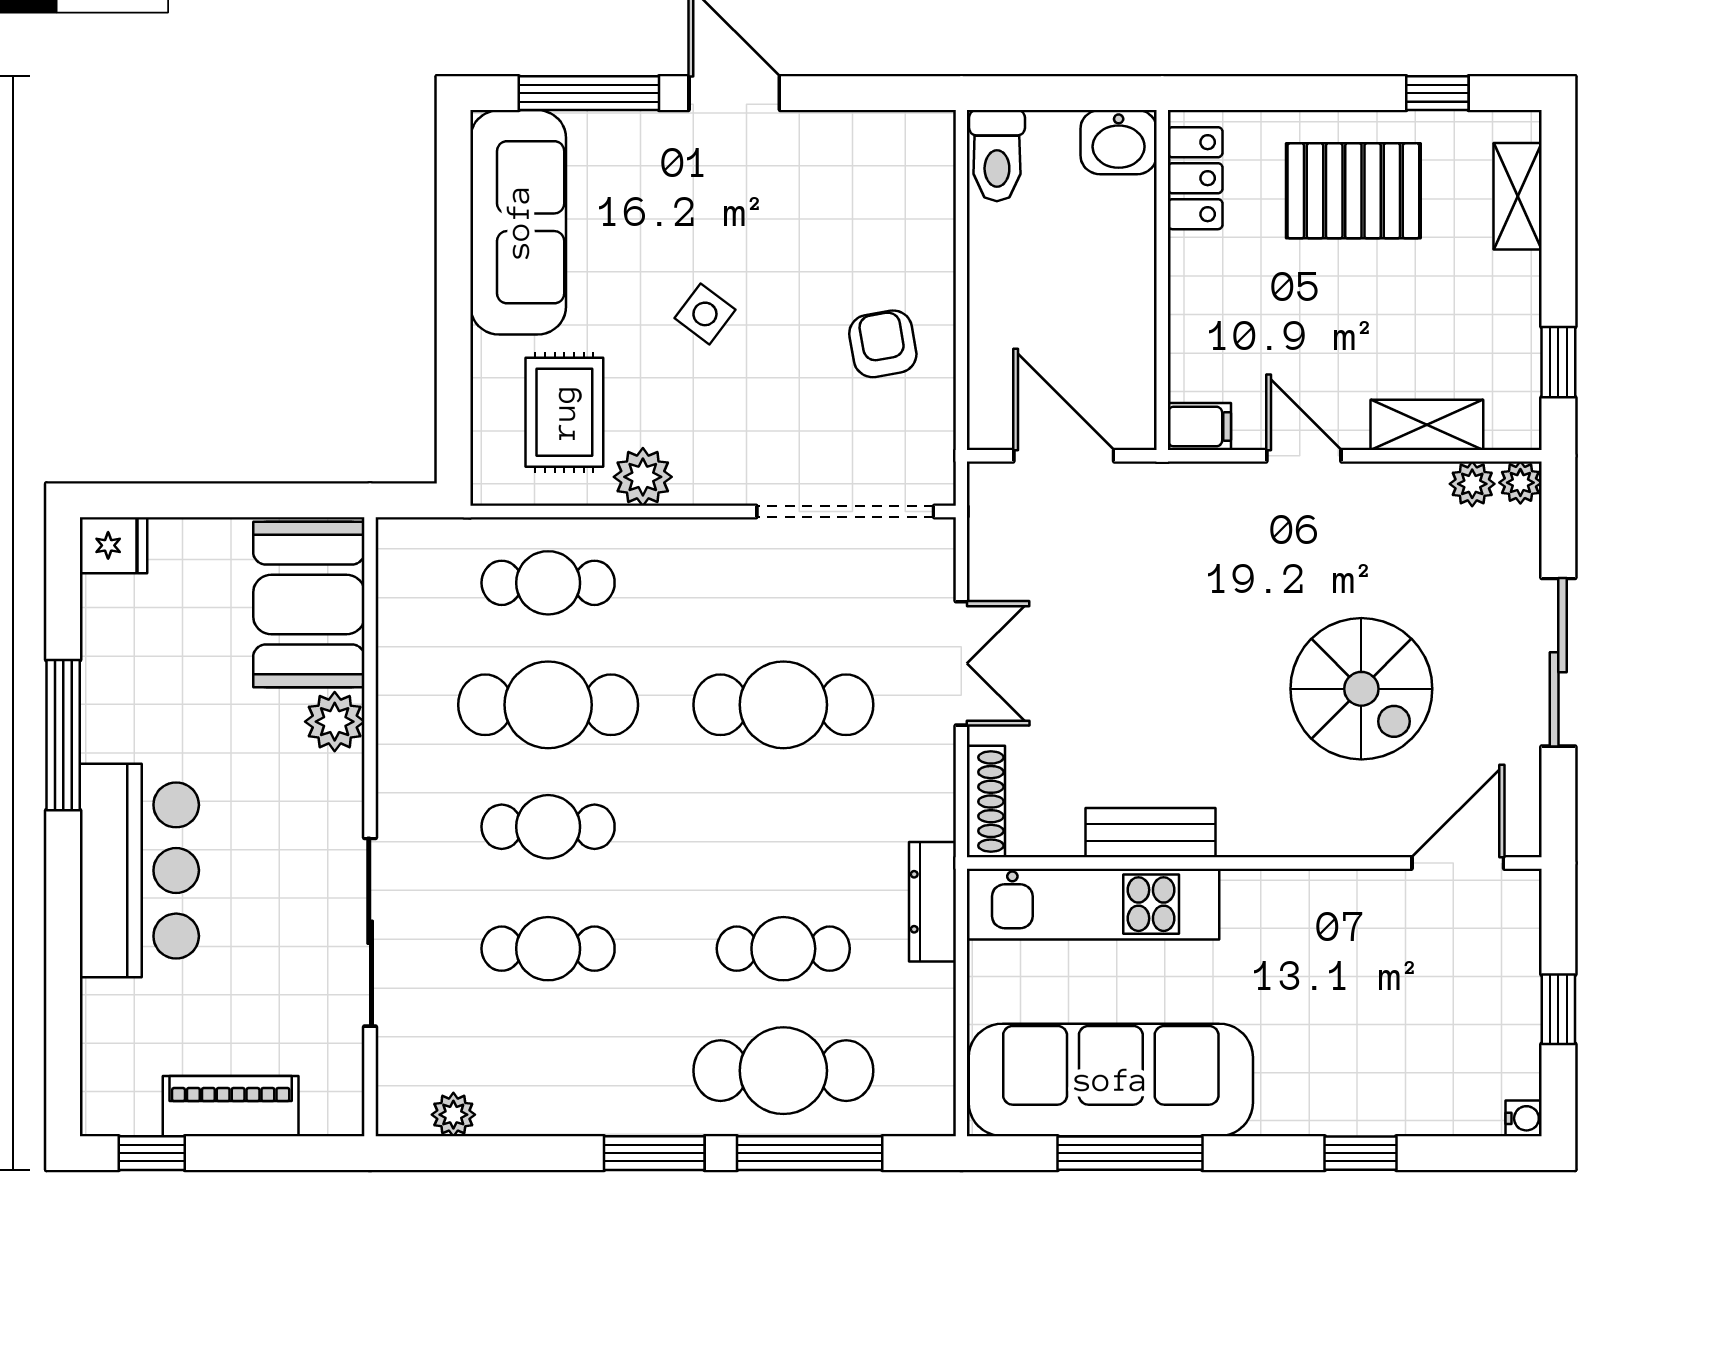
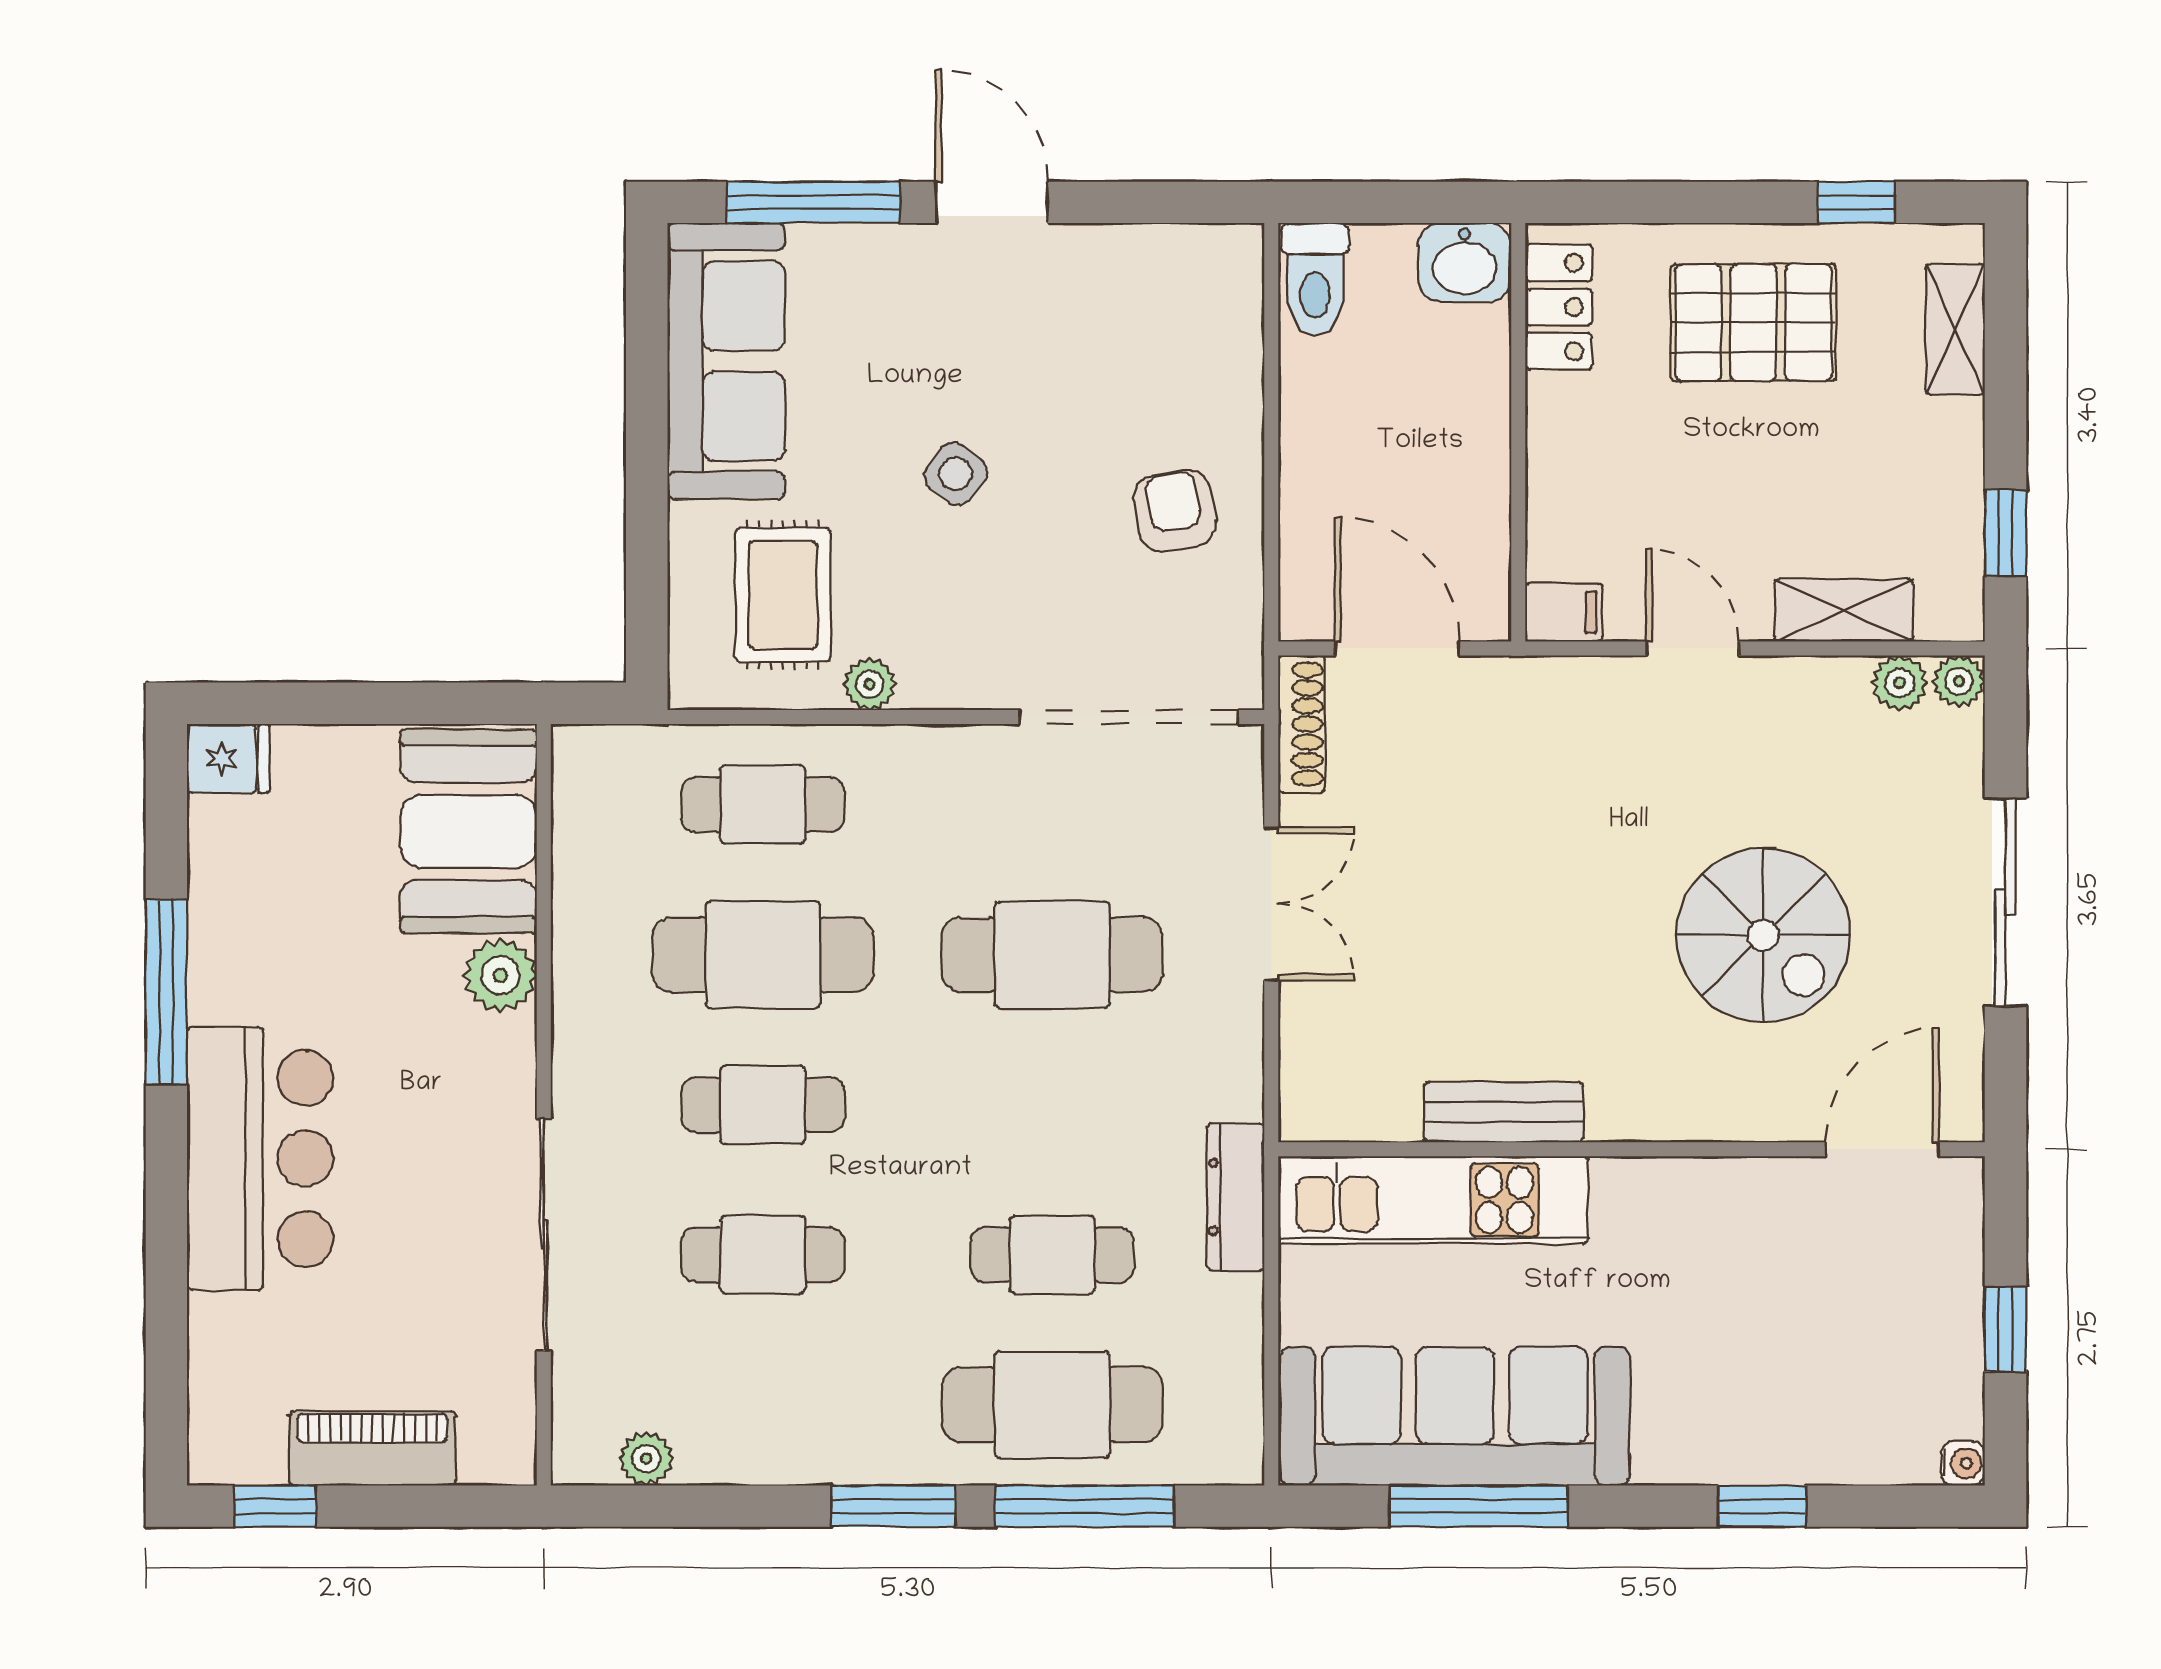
plant: (643, 477) -> (870, 684), width x0.73, depth x0.73
shoe rack: (986, 802) -> (1301, 724), moved

